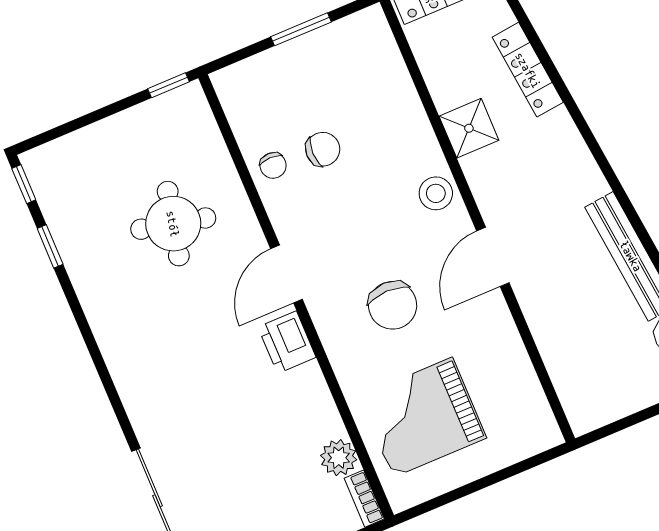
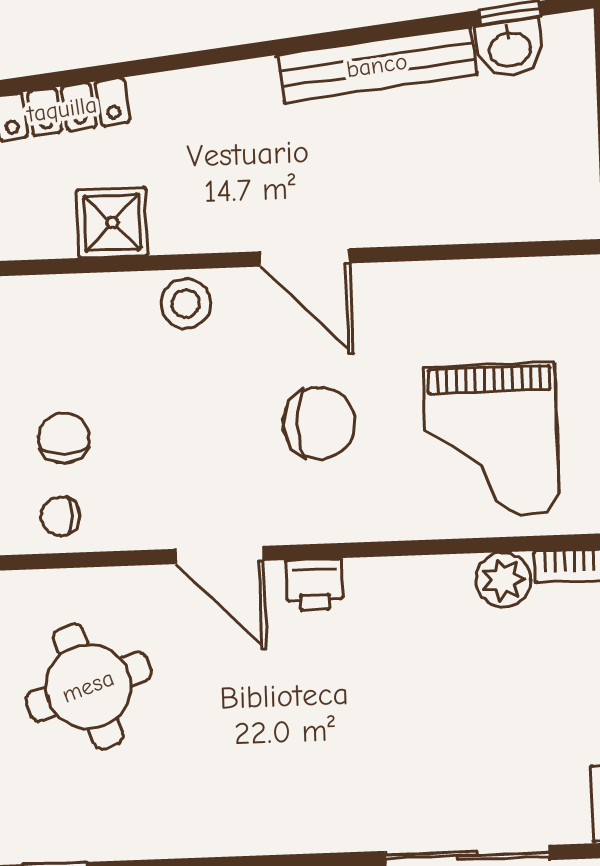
chair: (273, 165) -> (60, 516), turned 180
round table: (173, 224) -> (88, 686), turned -32
printer: (287, 342) -> (314, 584), width x0.73, depth x0.81

